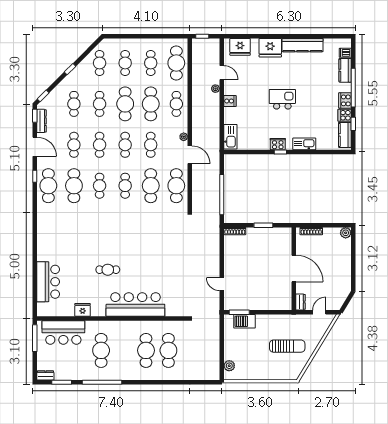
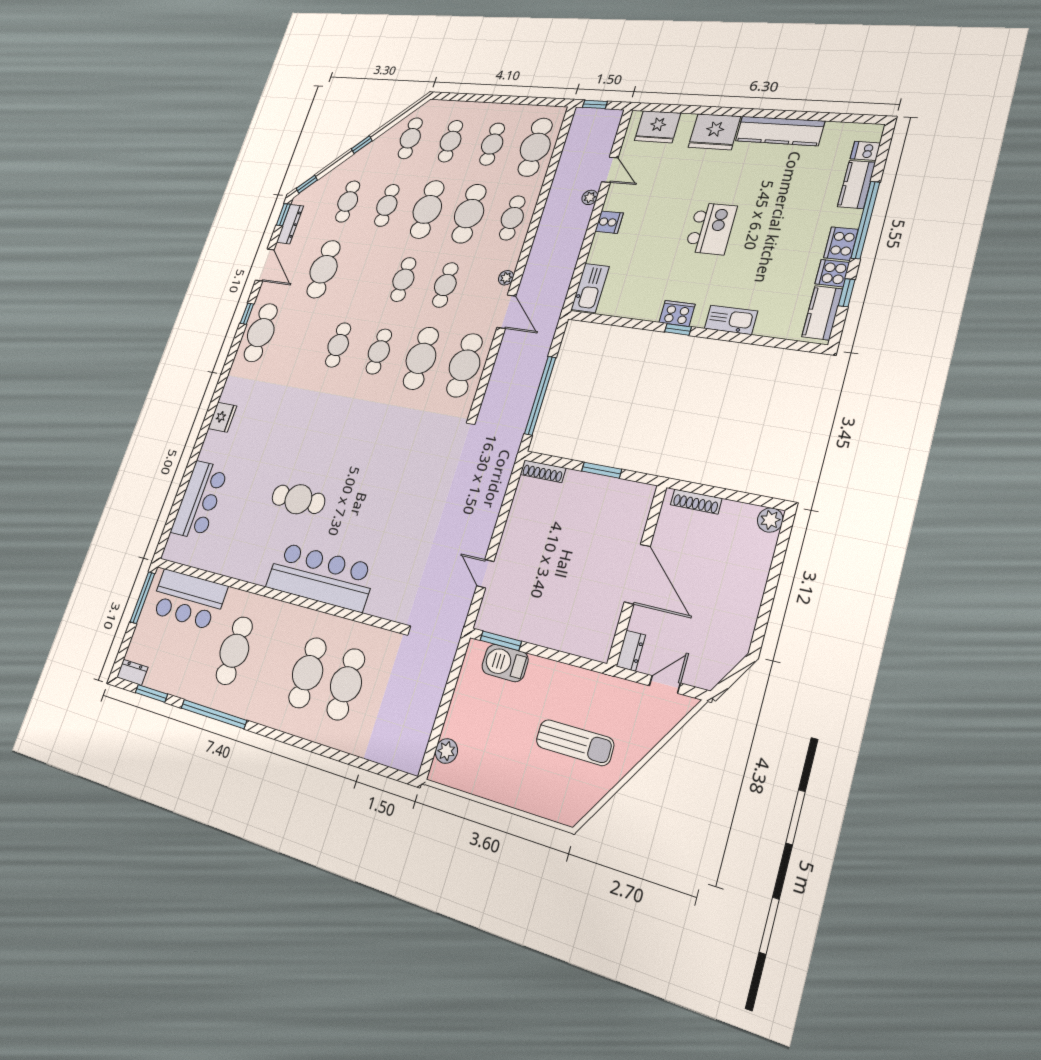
kitchen island: (282, 99) -> (711, 229), turned 90
cafe table: (74, 145) -> (324, 269), width x1.37, depth x1.35
cafe table: (100, 145) -> (363, 274), removed
cafe table: (74, 186) -> (299, 339), removed
cafe table: (108, 270) -> (298, 499), width x1.37, depth x1.35
fridge: (83, 310) -> (222, 417), moved, turned 90

